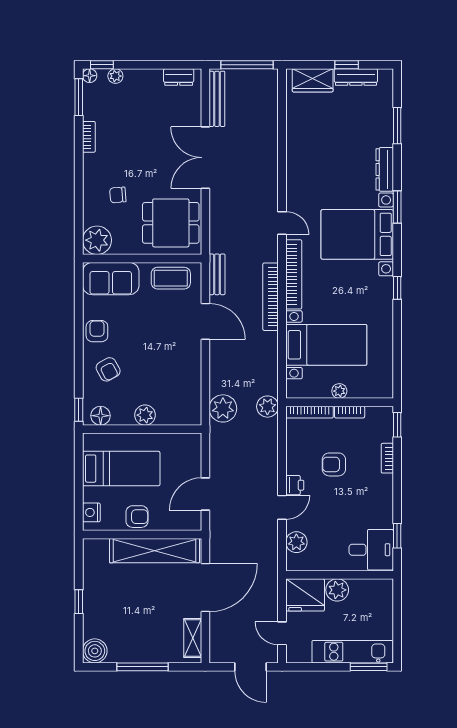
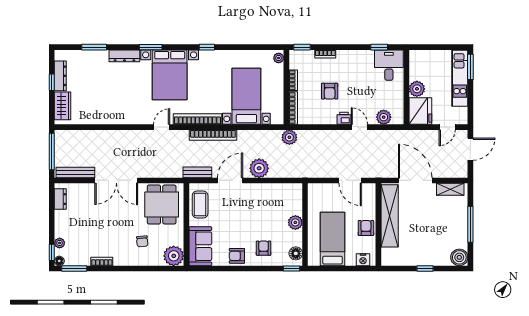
armchair: (108, 369) -> (264, 248), turned -61
plant: (339, 391) -> (279, 58), moved
plant: (223, 408) -> (259, 168), moved

